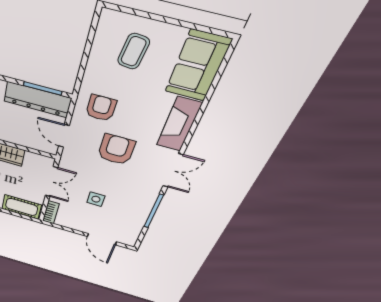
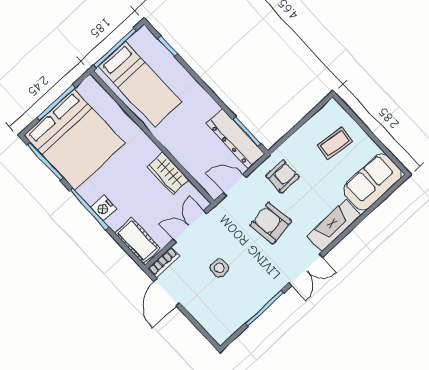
door: (64, 136) -> (235, 185), hinge flipped
armchair: (116, 150) -> (271, 223), turned -98
double door: (51, 182) -> (190, 227), swing flipped
door: (102, 239) -> (167, 292), moved

